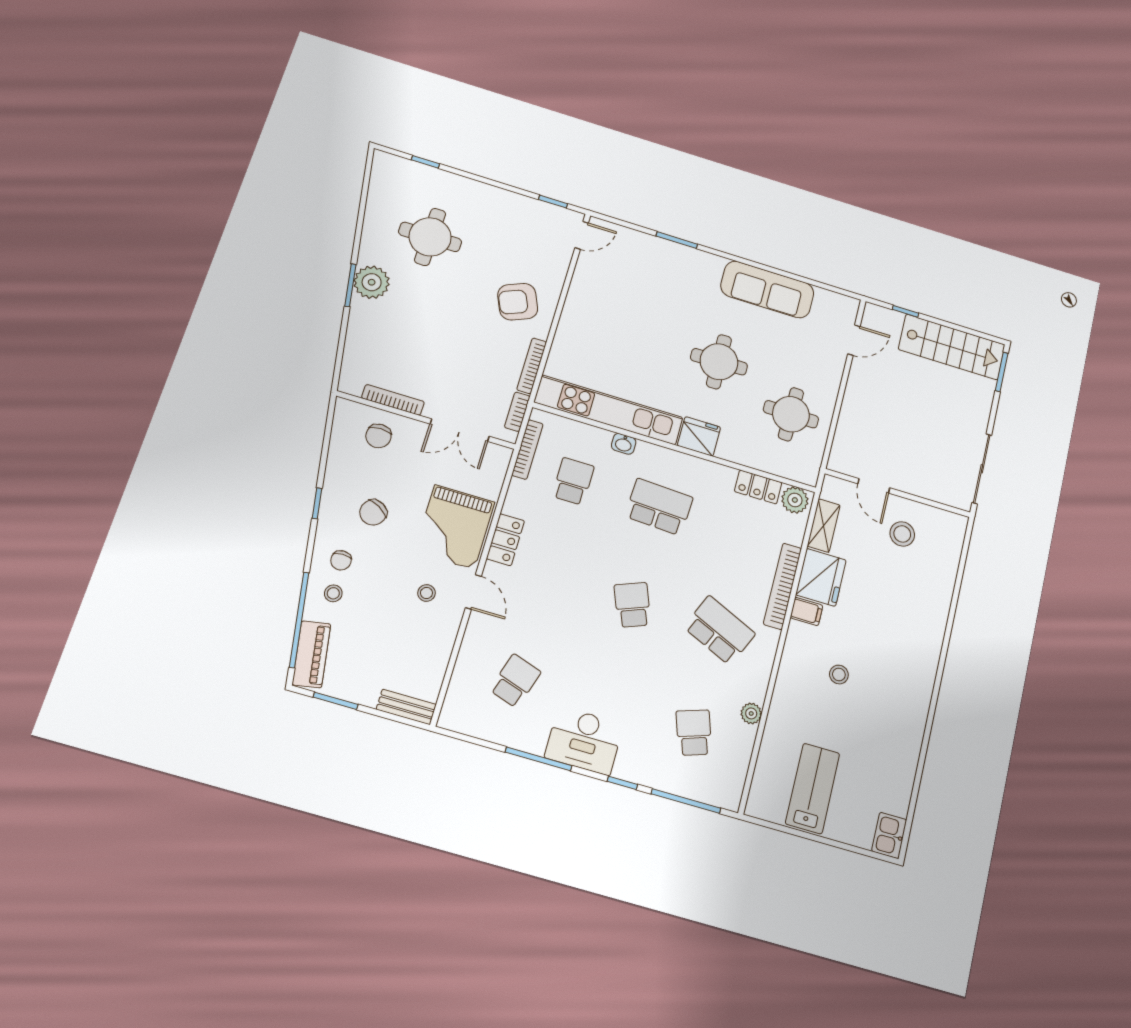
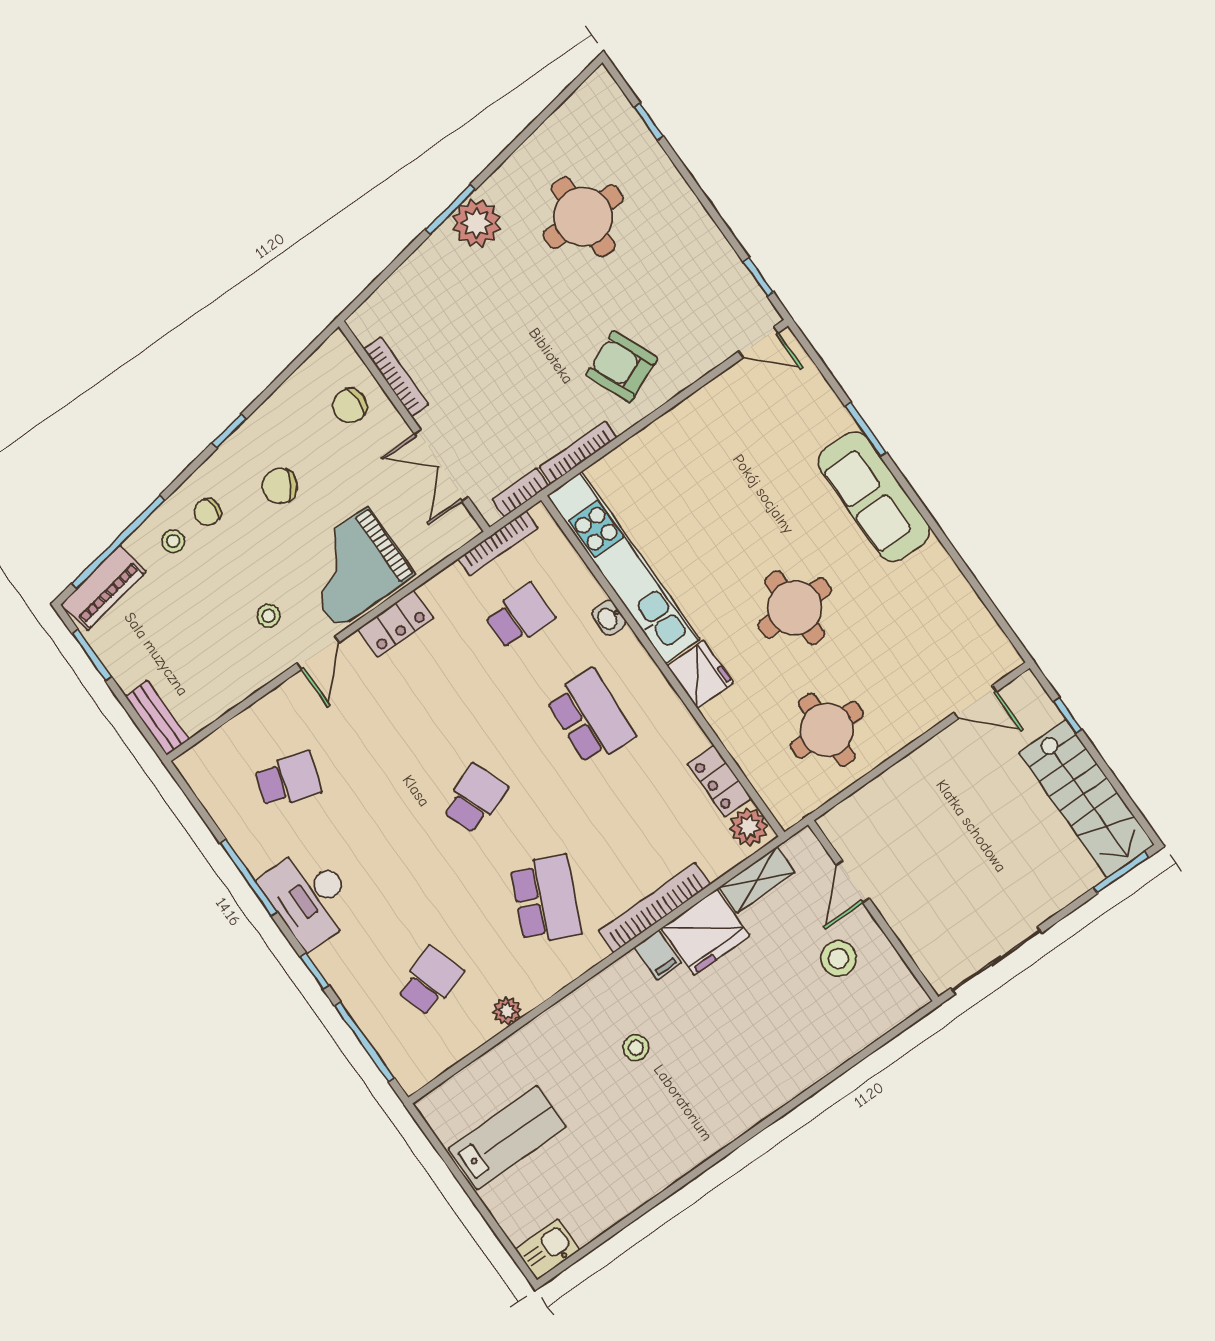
sofa: (767, 289) -> (874, 497), moved

